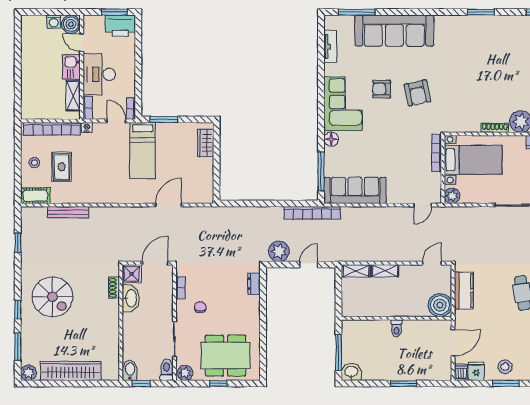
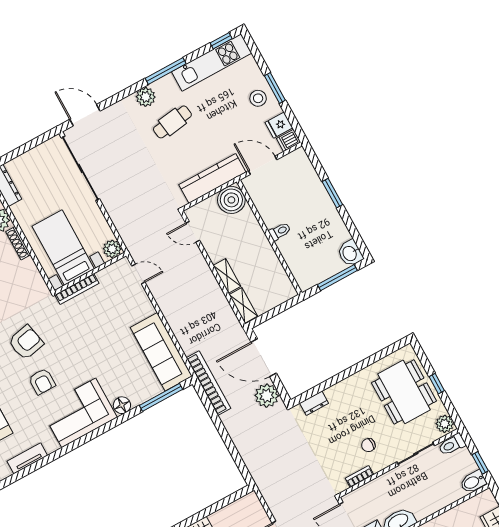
door: (309, 265) -> (264, 358), width x1.87
kitchen counter: (464, 290) -> (212, 178), width x1.50

